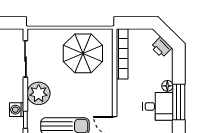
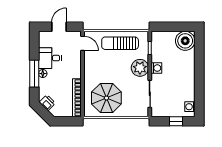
window: (179, 102) -> (34, 74), moved
washing machine: (17, 110) -> (156, 68), moved

